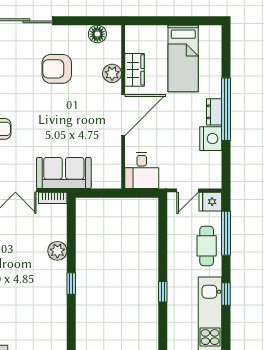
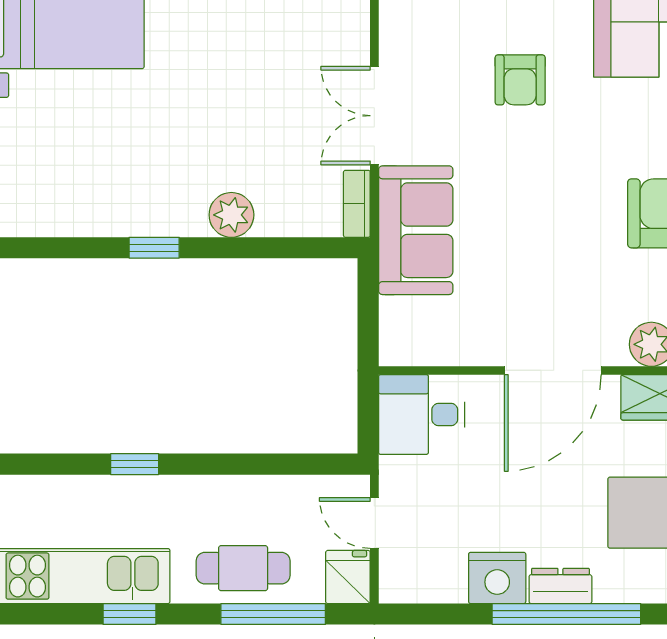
door: (123, 115) -> (553, 370), hinge flipped

